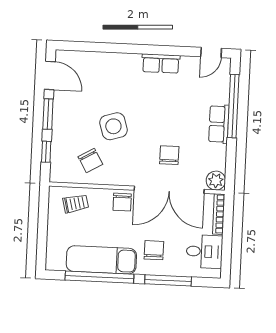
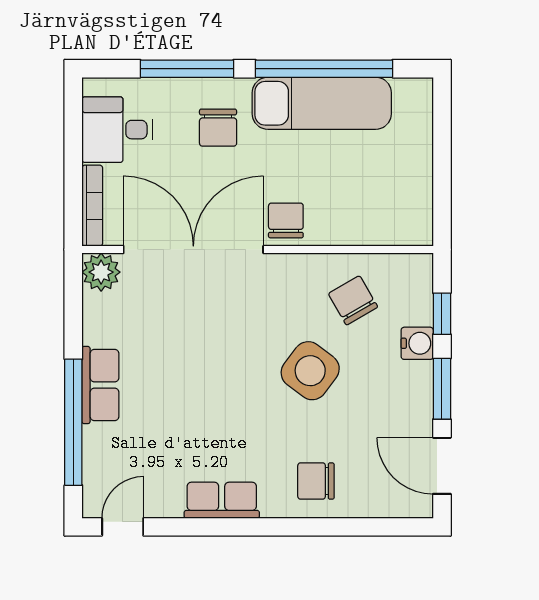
side table: (113, 126) -> (310, 371), turned -36
water cooler: (59, 137) -> (417, 343), added
chair: (169, 155) -> (316, 481), moved, turned 90
trolley: (76, 204) -> (378, 213), removed

